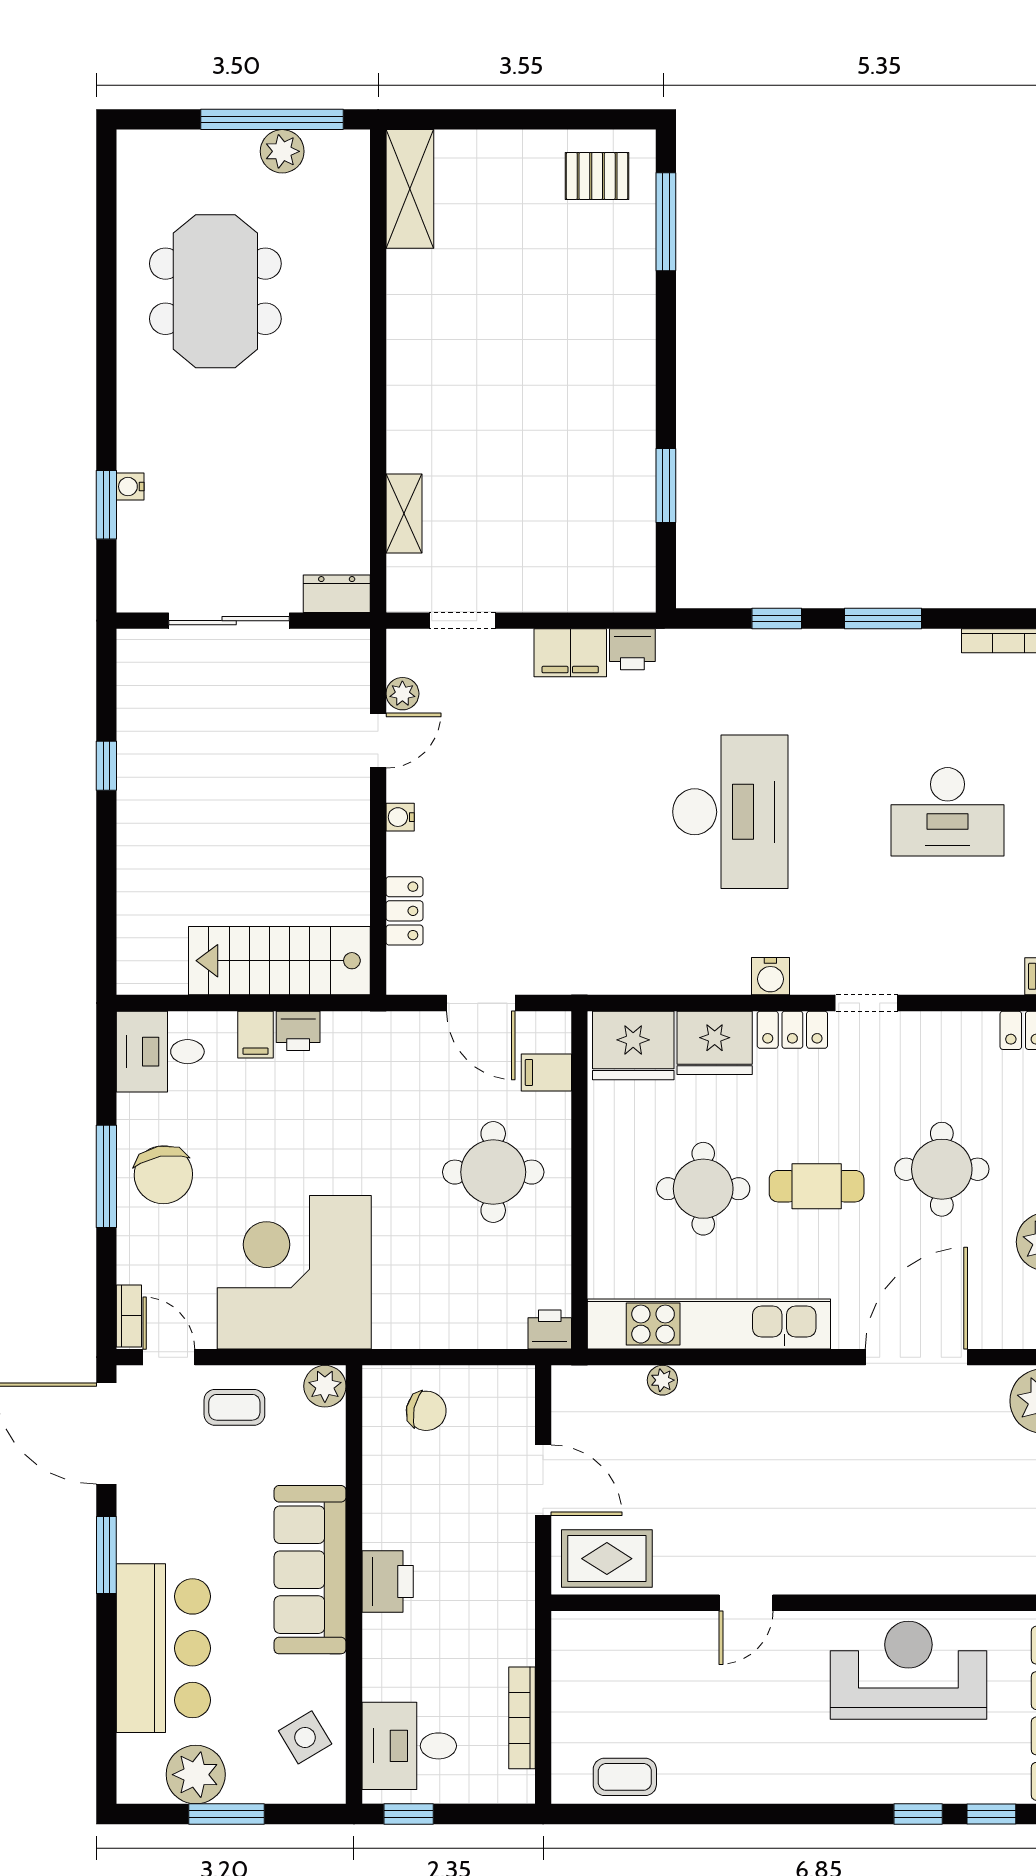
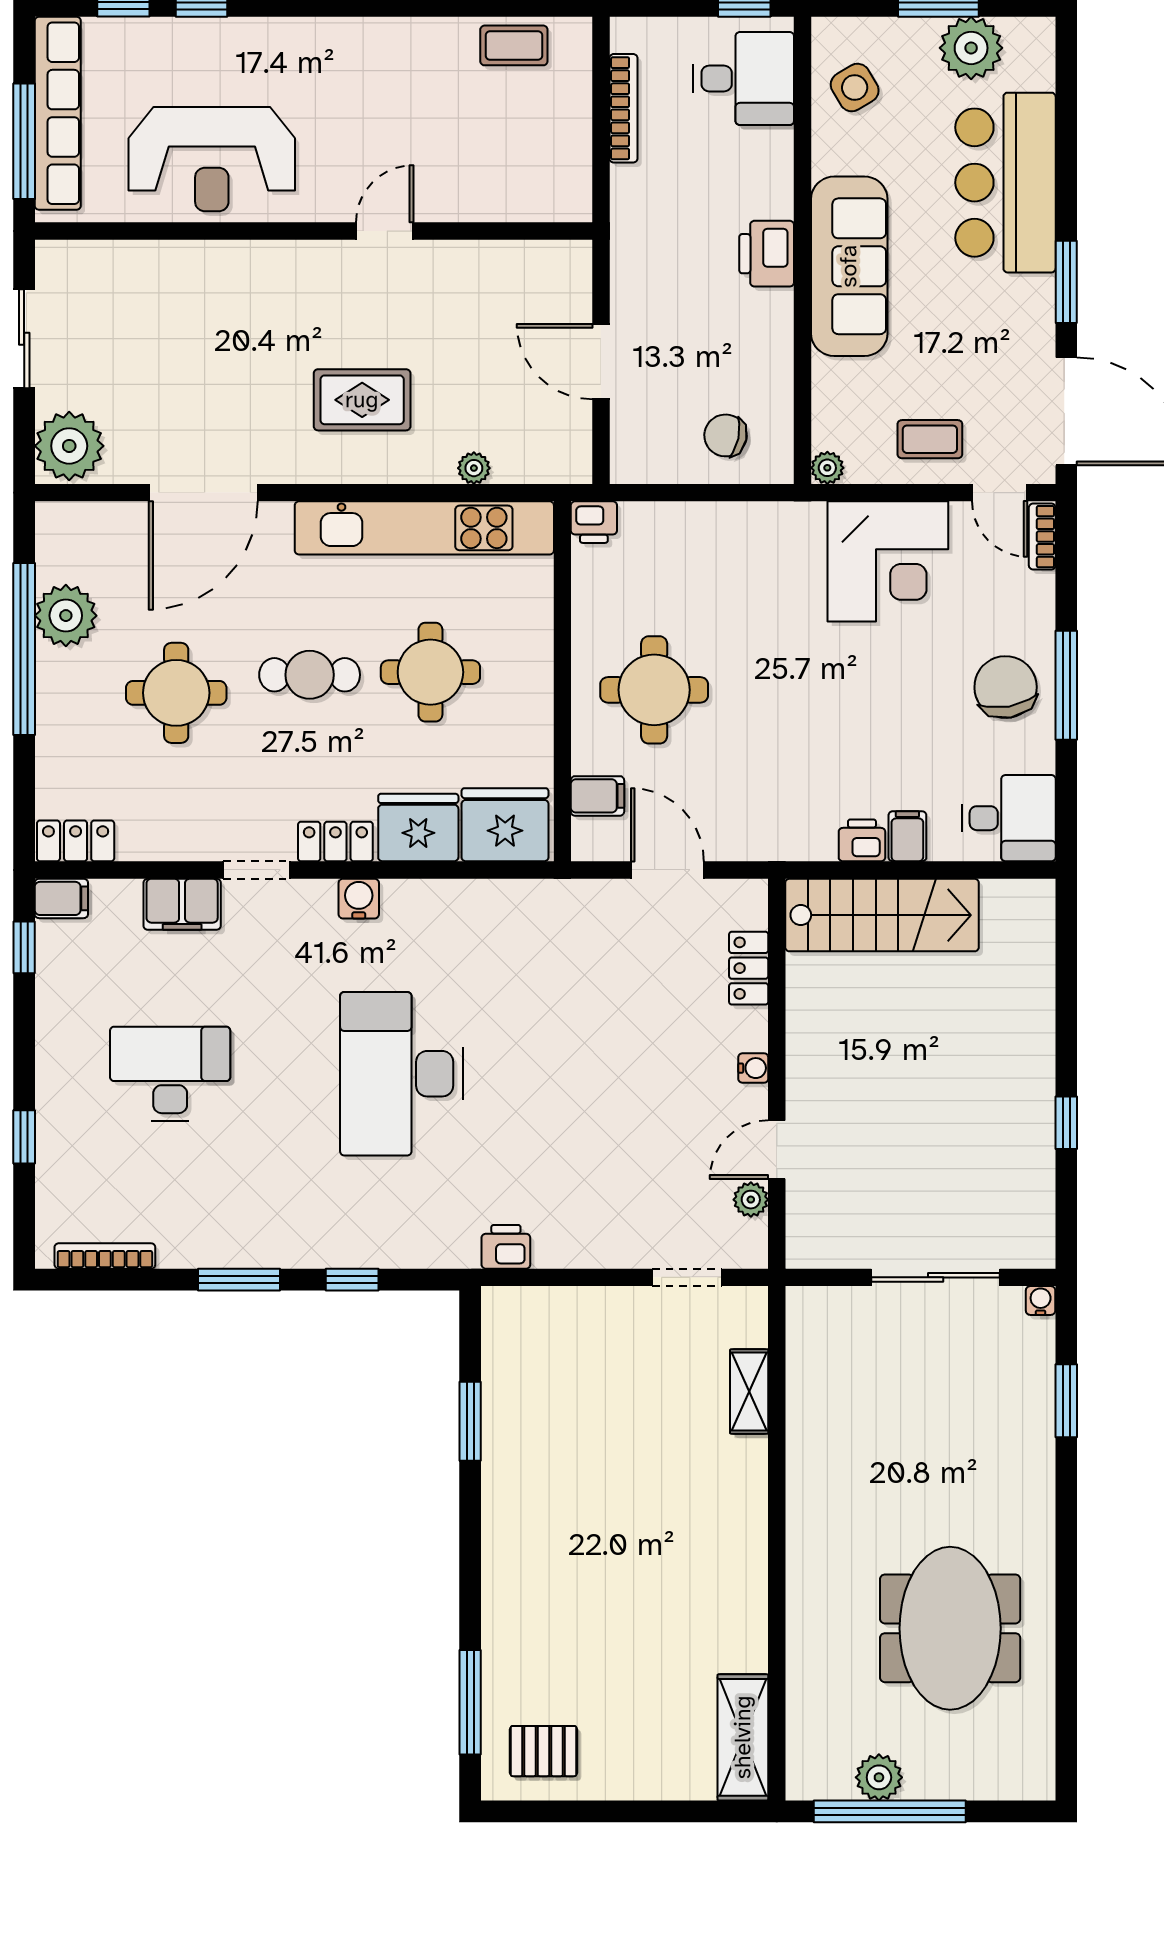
water cooler: (130, 487) -> (1041, 1301), moved, turned -90
dresser: (337, 594) -> (821, 1306), removed
filing cabinet: (570, 653) -> (182, 904), moved, turned 180
corner desk: (294, 1272) -> (888, 561), width x0.74, depth x0.74
plant: (325, 1386) -> (827, 468), width x0.73, depth x0.73
rug: (607, 1559) -> (362, 400), moved

